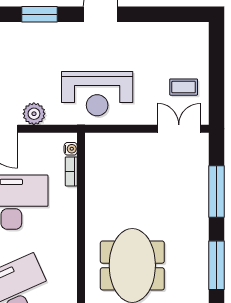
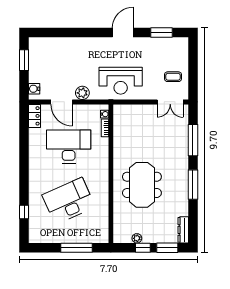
window: (40, 14) -> (162, 33), moved
double door: (179, 129) -> (170, 102), swing flipped

